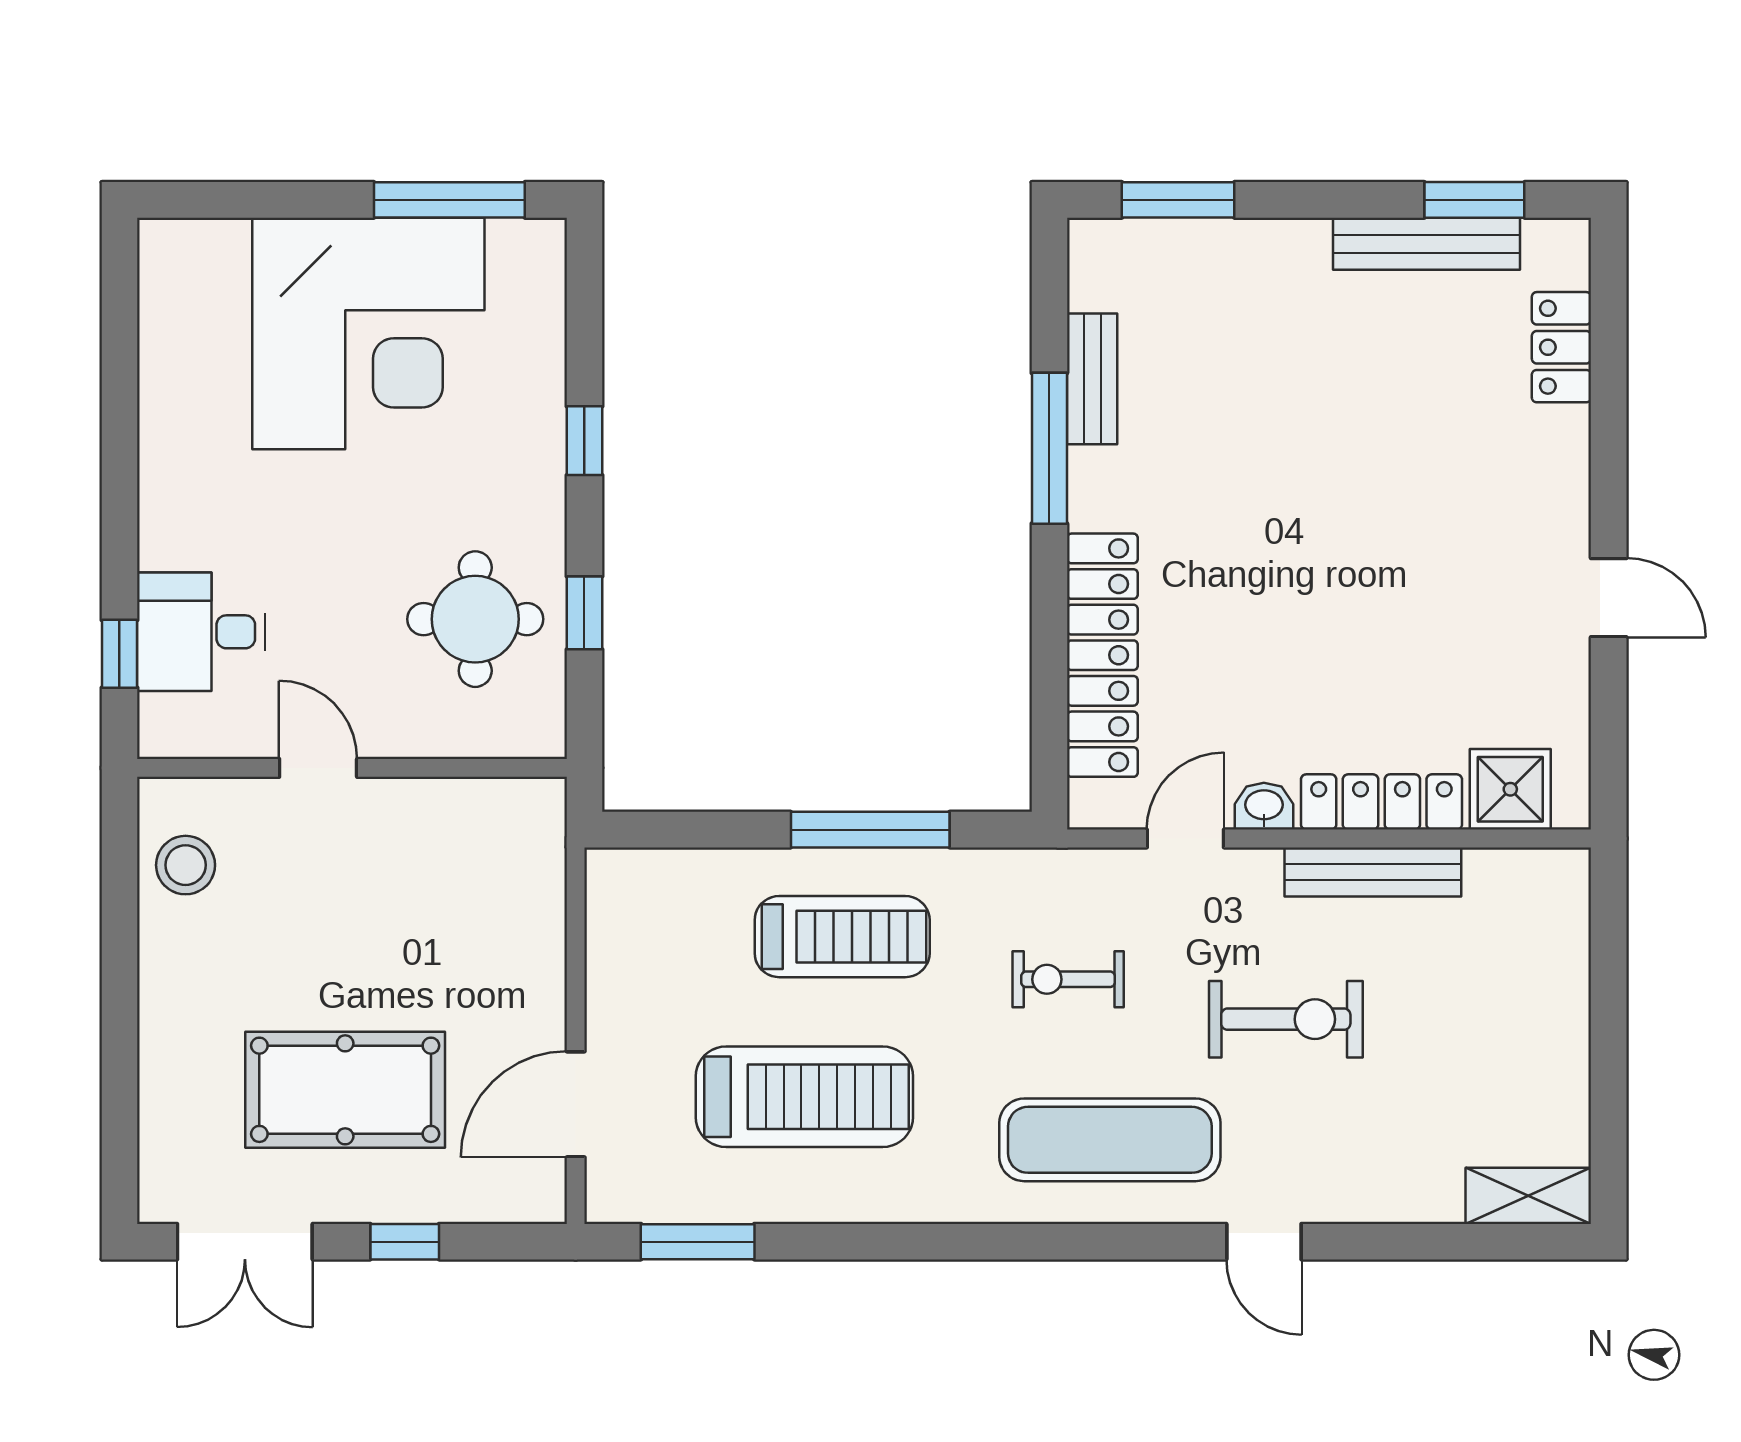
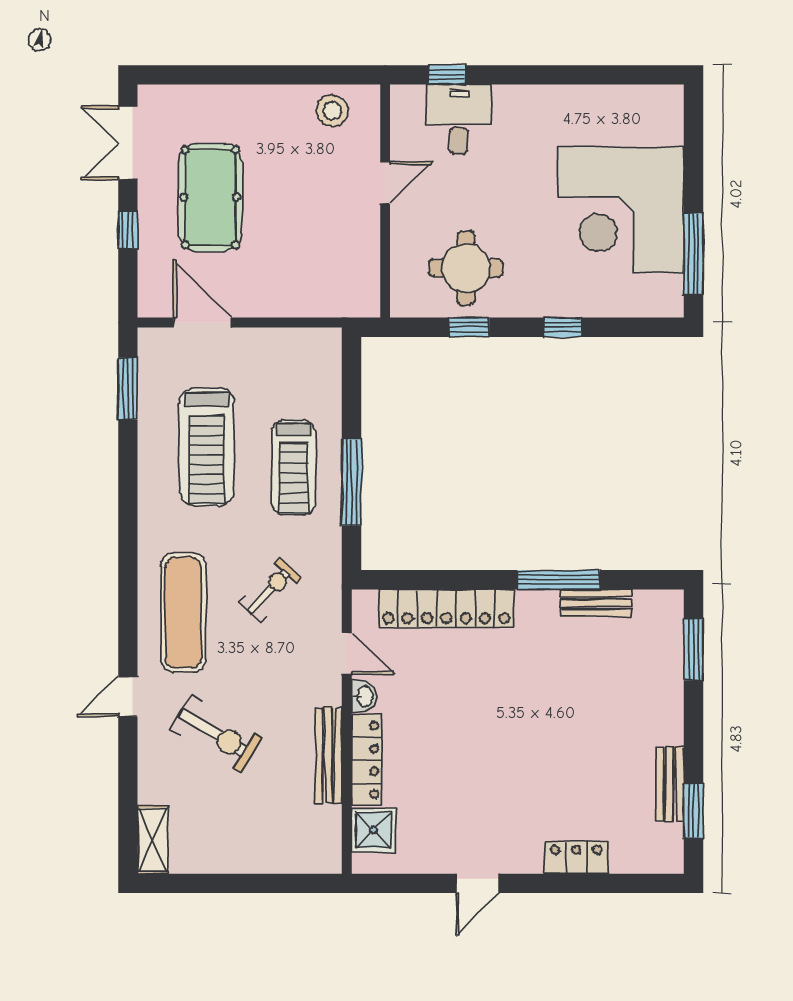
bench: (1427, 244) -> (670, 785), width x0.73
locker: (1561, 347) -> (576, 858), moved
exercise bike: (1068, 979) -> (270, 590), turned 43
exercise bike: (1286, 1019) -> (216, 734), moved, turned -59

